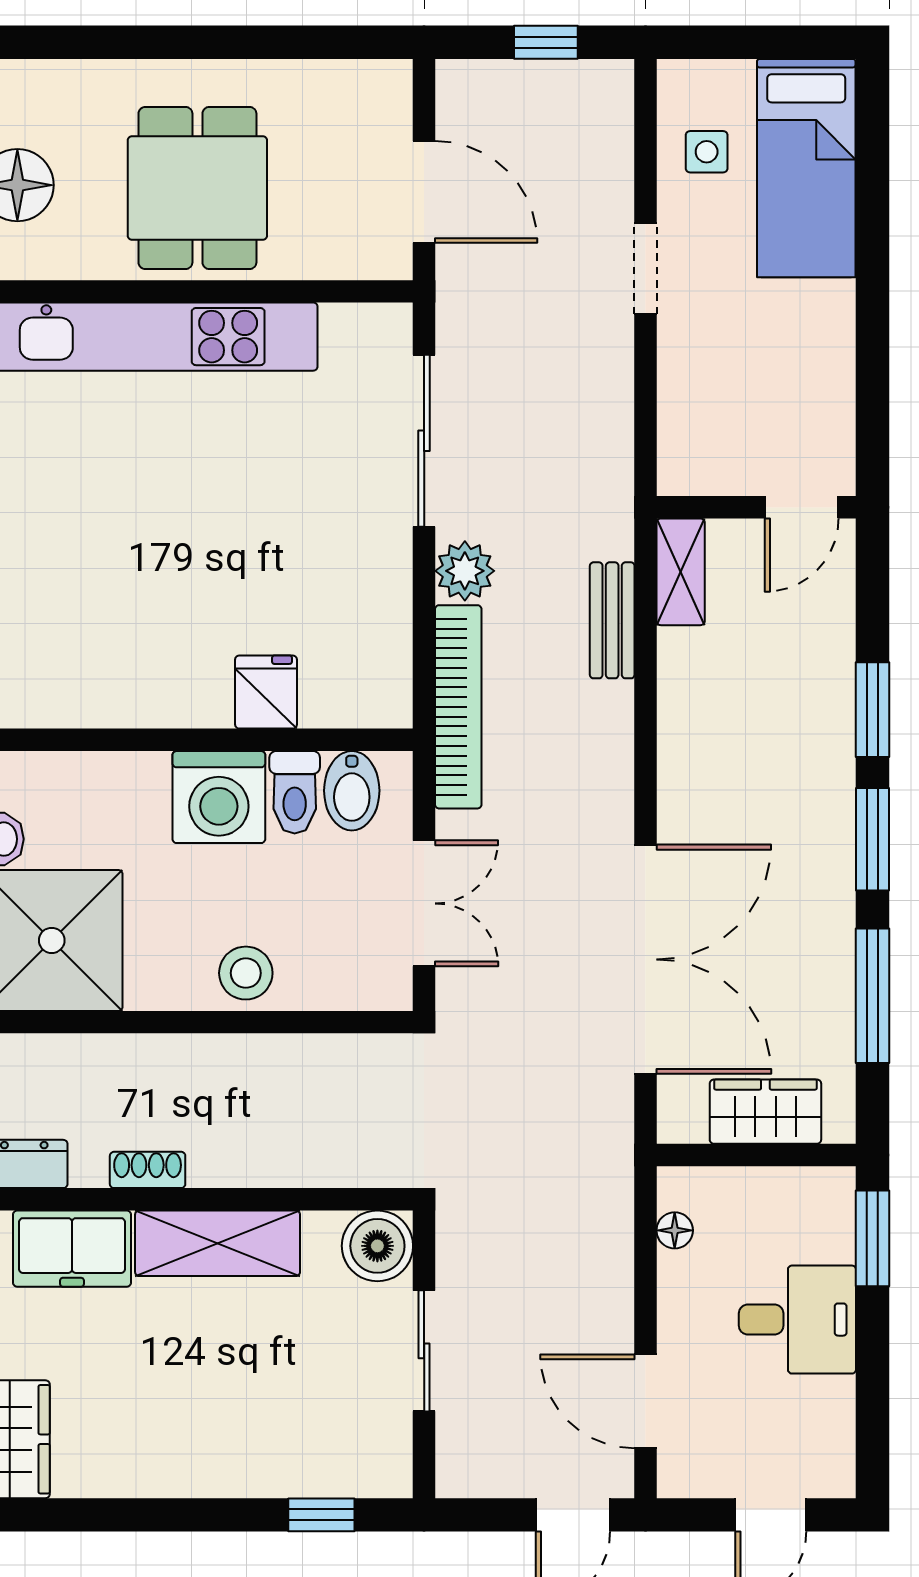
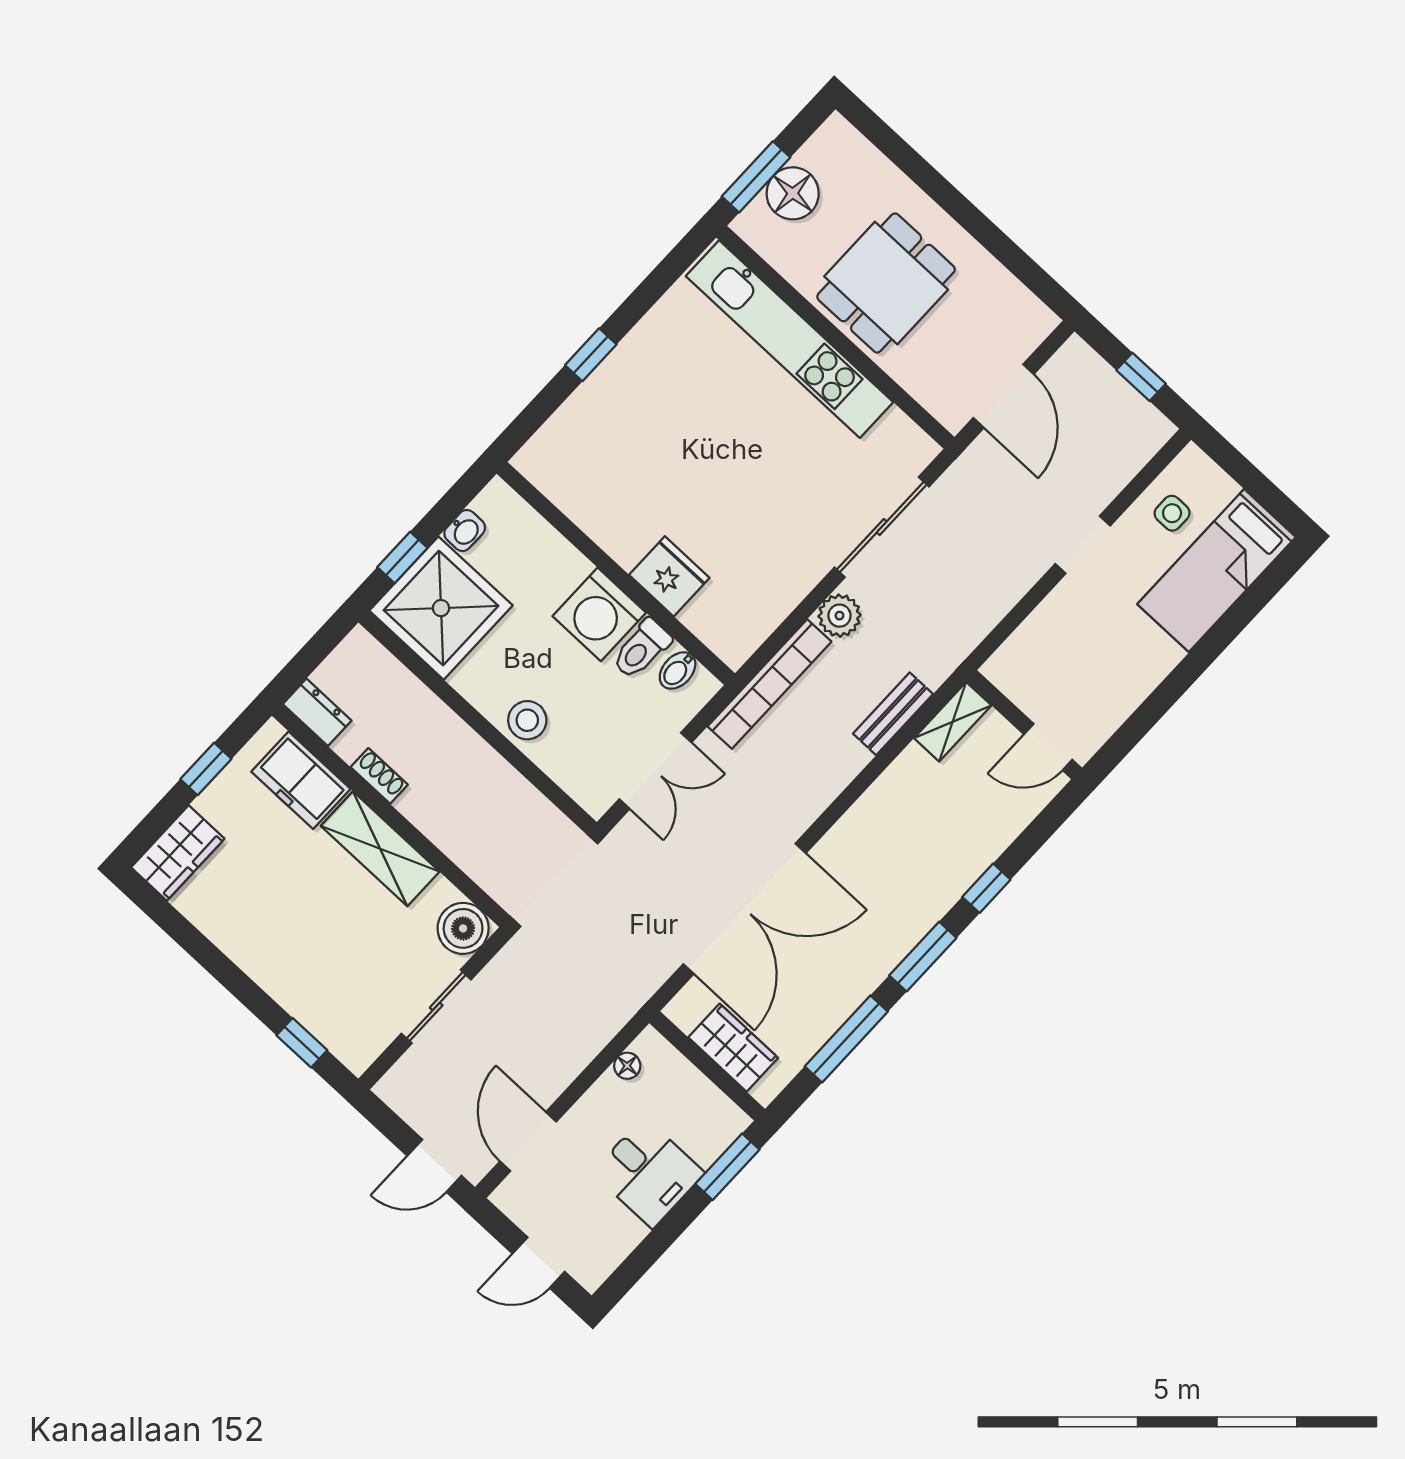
fridge: (266, 692) -> (669, 576), width x1.38
window: (872, 710) -> (986, 888), width x0.67
bidet: (352, 791) -> (678, 671), width x0.72, depth x0.74

